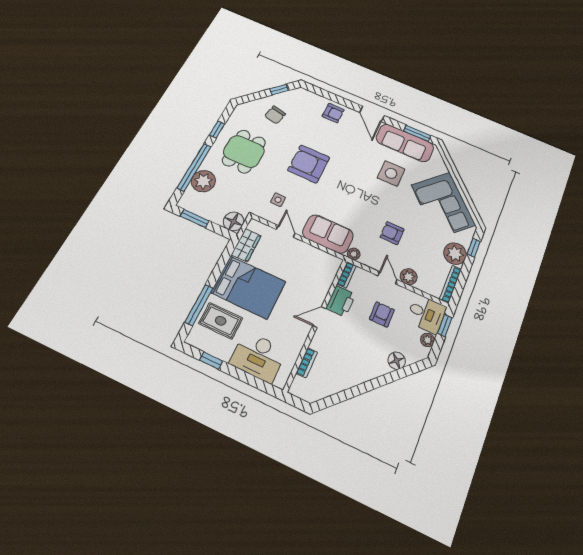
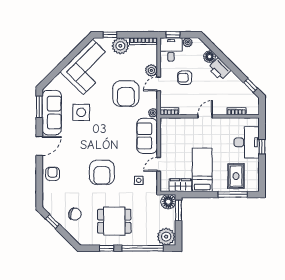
plant: (203, 181) -> (166, 237), moved
window: (195, 218) -> (178, 210), moved
armchair: (392, 233) -> (126, 94), width x1.88, depth x1.88
bed: (248, 287) -> (202, 170), width x0.67
printer: (341, 301) -> (220, 69), moved, turned -135
door: (319, 317) -> (205, 116), swing flipped
window: (211, 361) -> (262, 147), moved
window: (333, 400) -> (251, 85), added

